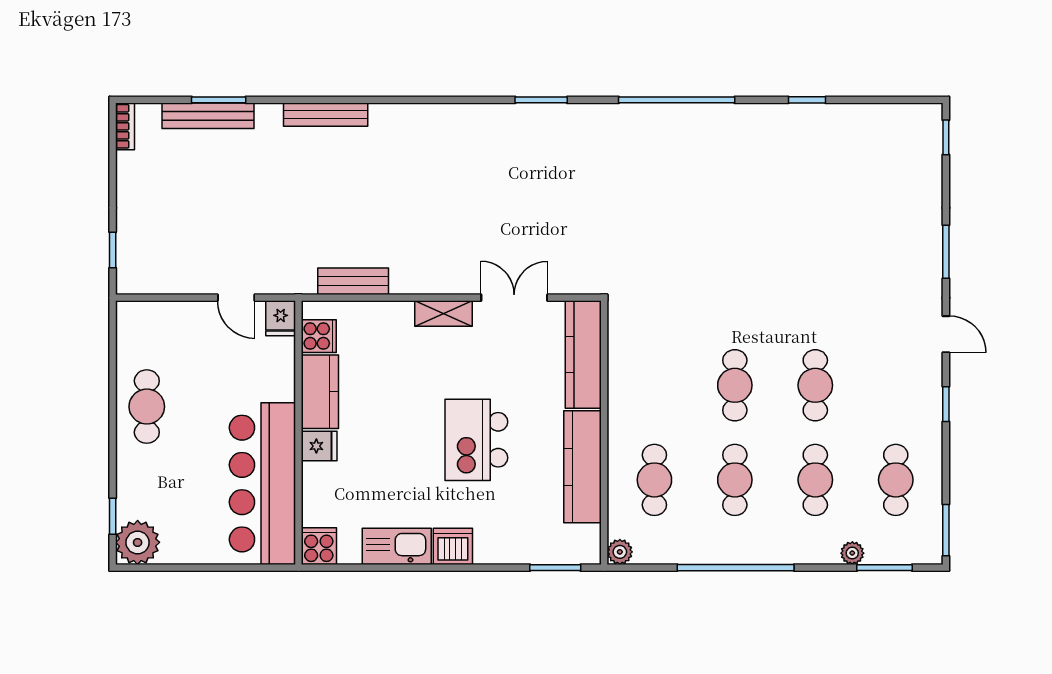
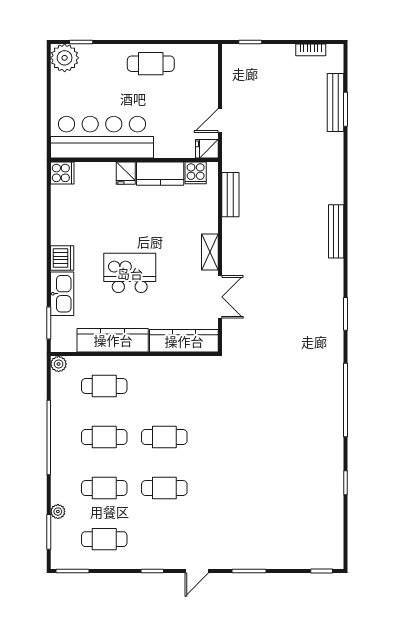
bench: (326, 115) -> (336, 231), moved
bookcase: (125, 126) -> (311, 50), moved
kitchen sink: (397, 546) -> (62, 294), moved

